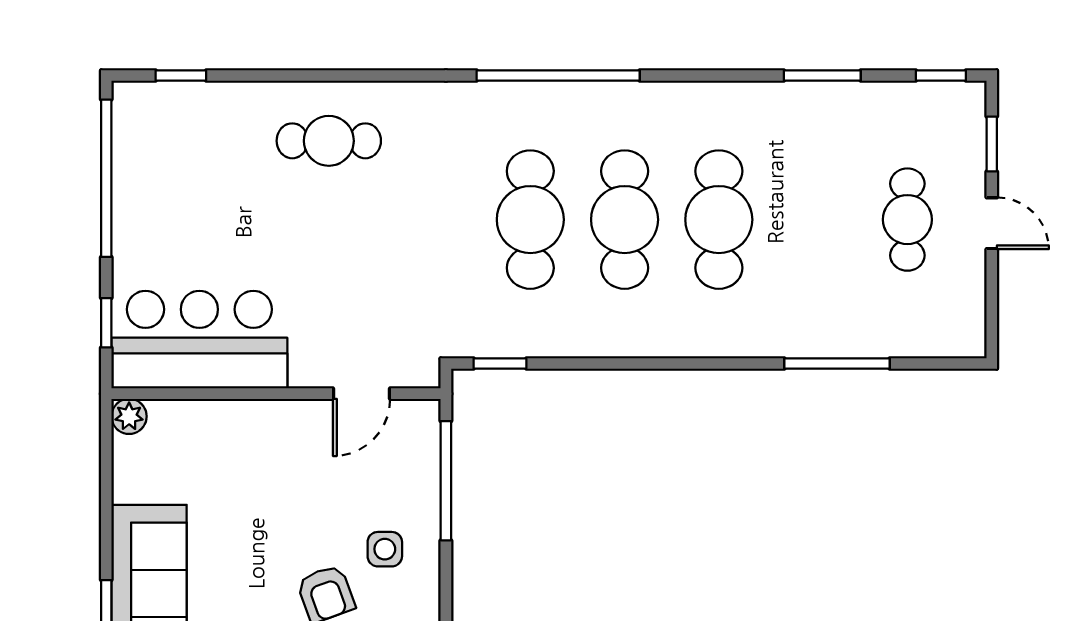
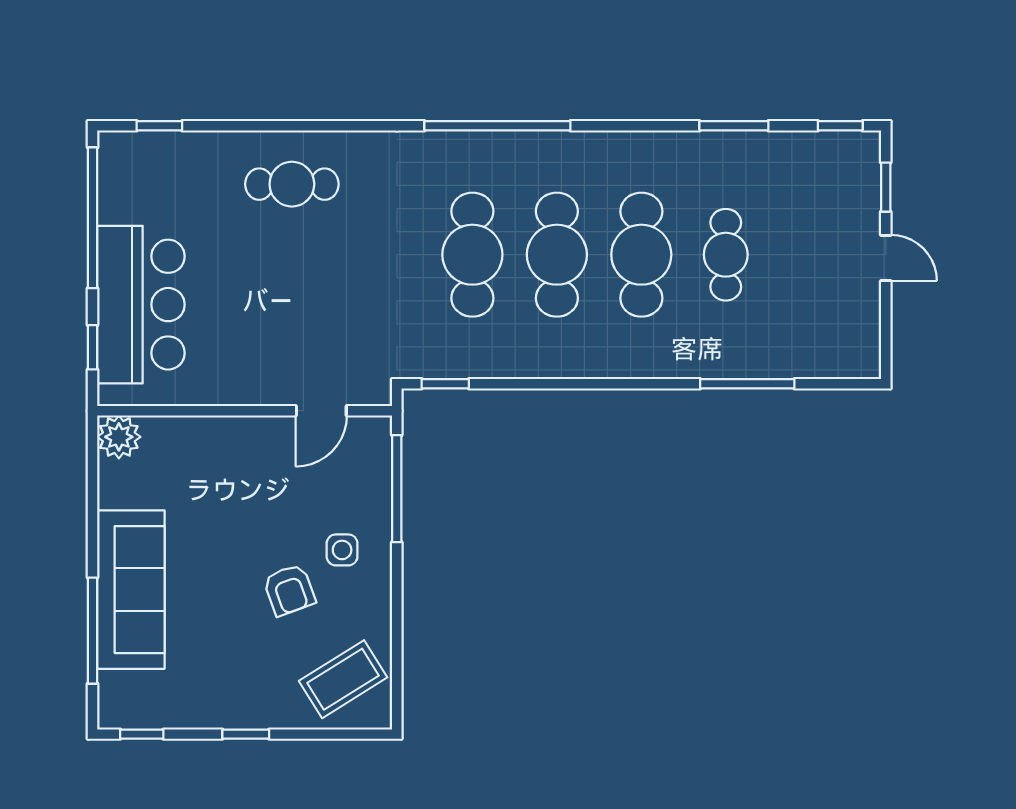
cafe table: (907, 220) -> (726, 255), moved
bar counter: (199, 340) -> (141, 305), moved, turned 90
plant: (129, 416) -> (119, 437), width x1.38, depth x1.38

